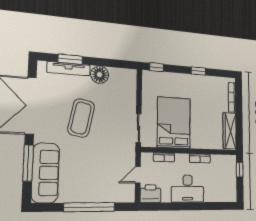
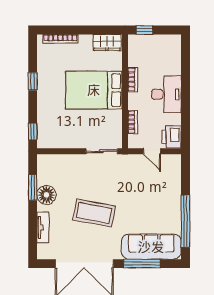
window: (70, 59) -> (33, 187), moved
tv unit: (69, 69) -> (43, 227), width x0.71
bed: (174, 123) -> (94, 90), moved
wardrobe: (230, 131) -> (107, 42), width x0.67
window: (89, 207) -> (185, 221), moved

